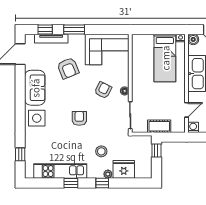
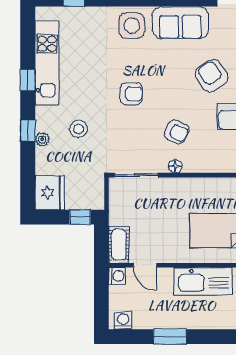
armchair: (68, 68) -> (212, 76), turned 78
cot: (159, 126) -> (119, 245), moved
fridge: (124, 169) -> (50, 193), moved

